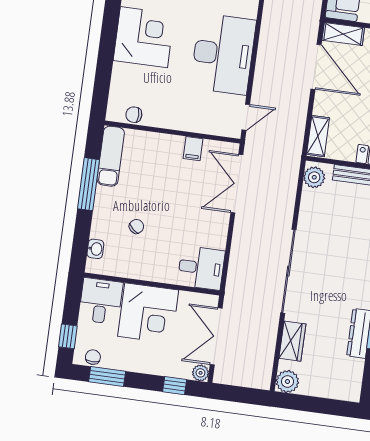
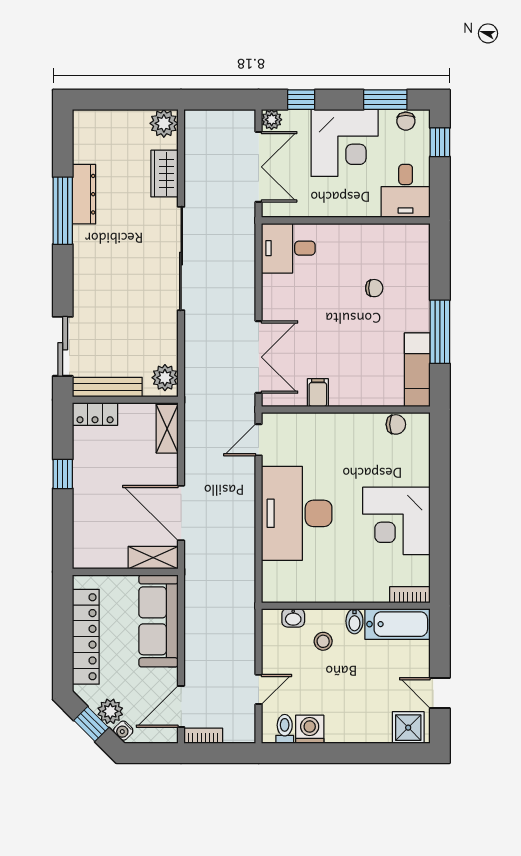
chair: (136, 226) -> (374, 288), turned -131
washbasin: (95, 249) -> (421, 254), removed
corner desk: (148, 313) -> (345, 143), moved, turned 180

